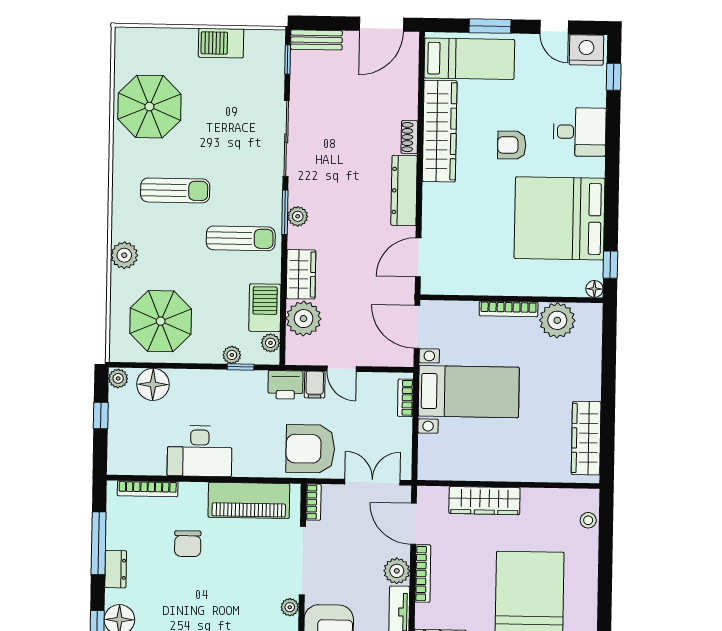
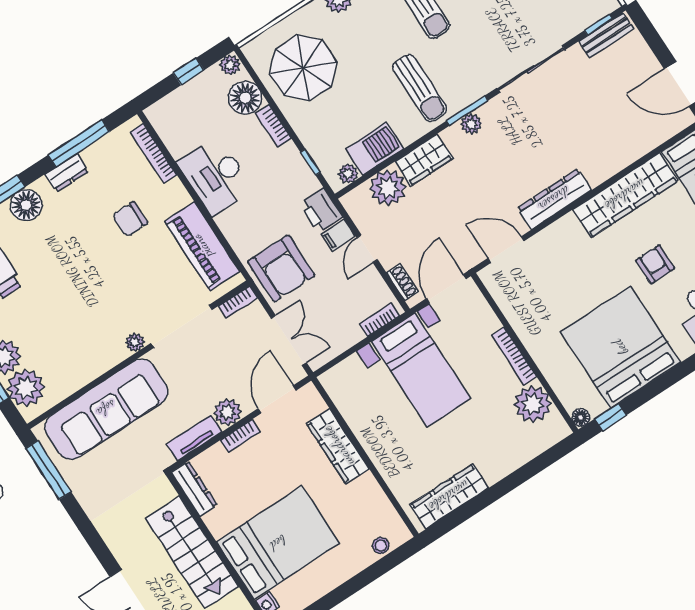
bench: (316, 40) -> (606, 35), moved, turned 90
shoe rack: (409, 137) -> (402, 282), moved, turned 90
plant: (232, 355) -> (316, 148), removed
bookcase: (191, 377) -> (273, 126), added
armchair: (310, 449) -> (281, 268), turned 180
bookcase: (423, 573) -> (240, 436), width x0.64

